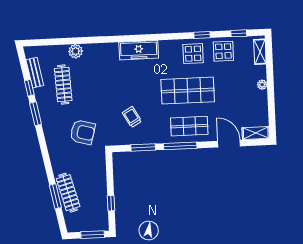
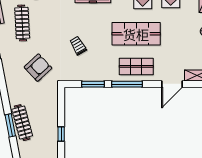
trolley: (132, 117) -> (78, 46), moved
armchair: (83, 132) -> (38, 68), turned -58
door: (229, 144) -> (172, 84), swing flipped

